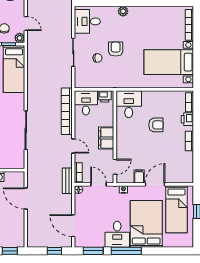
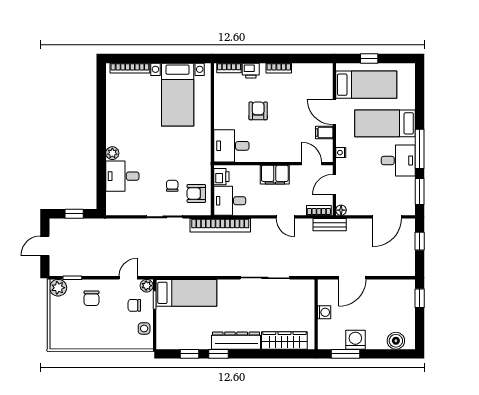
desk: (87, 21) -> (122, 176), moved, turned 90
armchair: (116, 49) -> (196, 193), moved
bookcase: (67, 111) -> (220, 225), moved
door: (73, 146) -> (285, 217), swing flipped
bed: (146, 224) -> (385, 123), width x0.67

